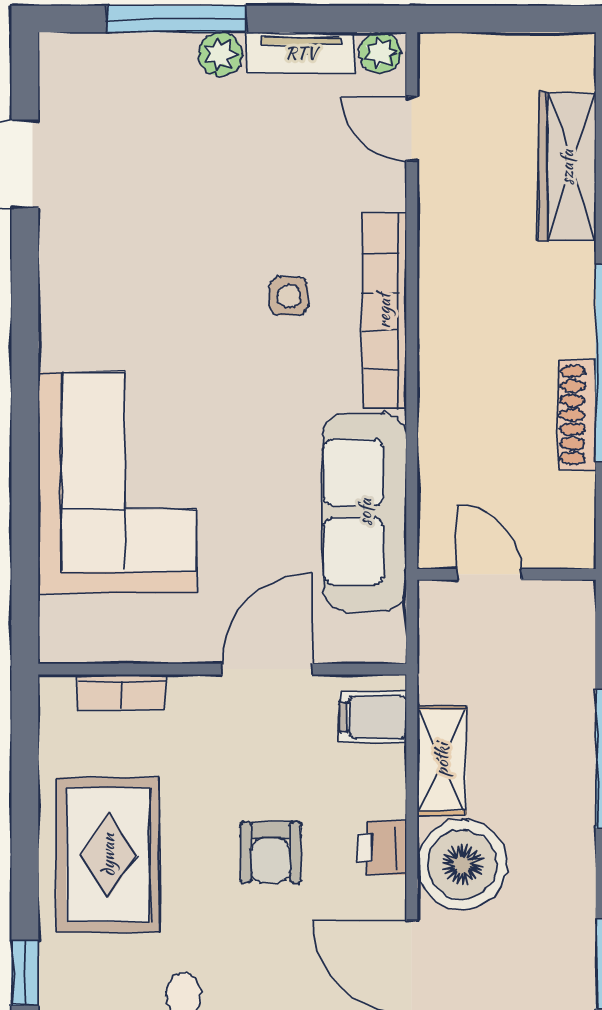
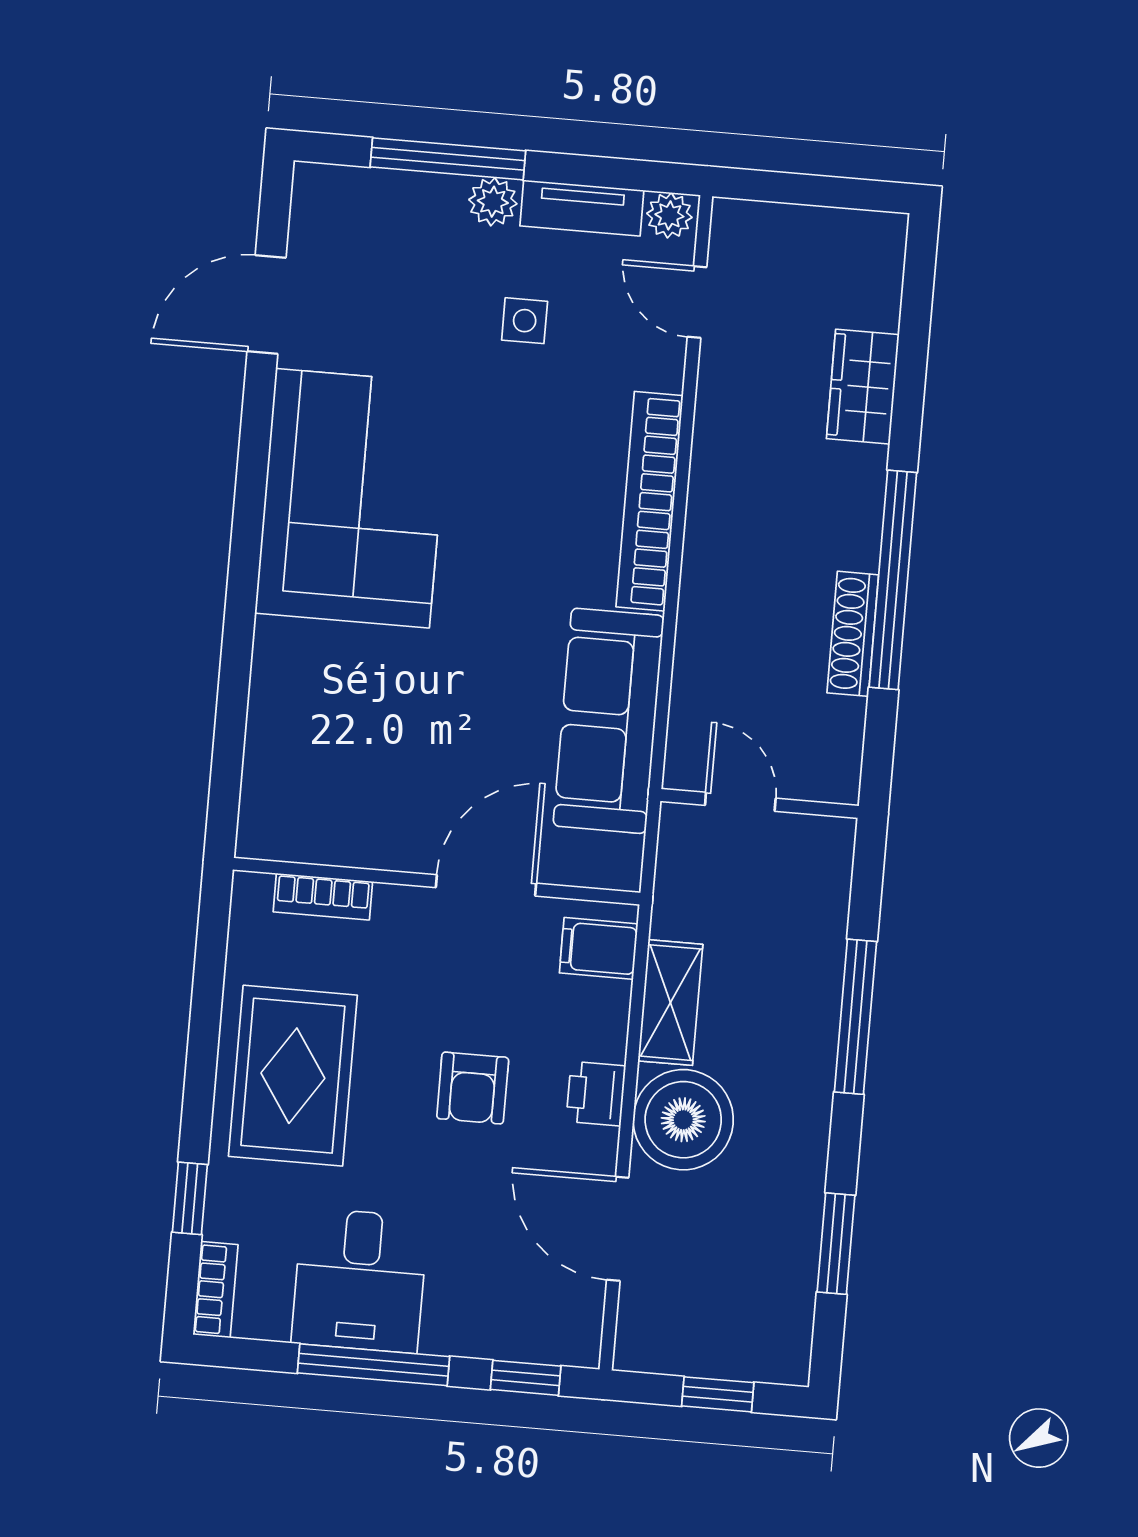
wardrobe: (567, 167) -> (863, 387), width x0.67
side table: (289, 296) -> (525, 321), moved
corner sofa: (117, 483) -> (352, 498), moved

